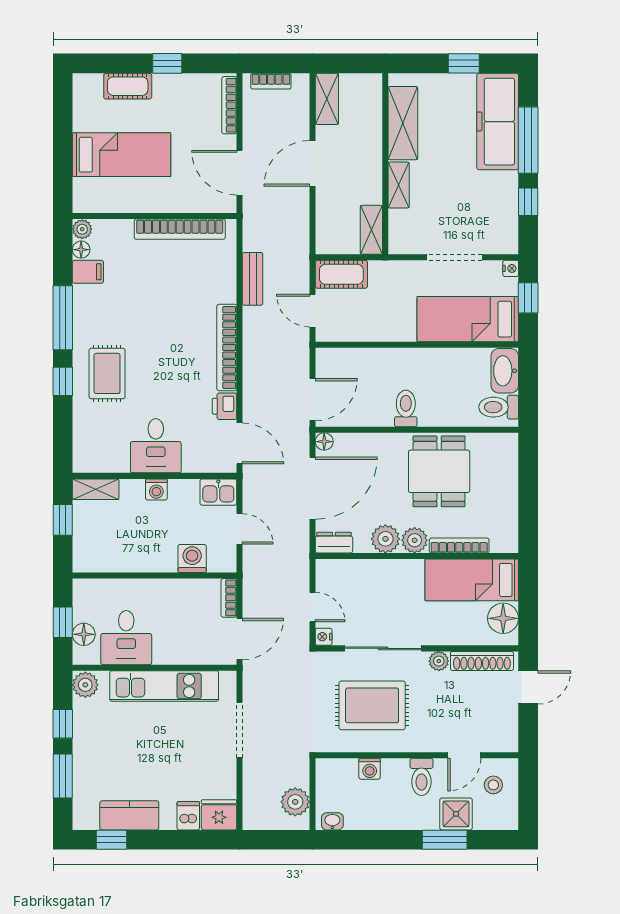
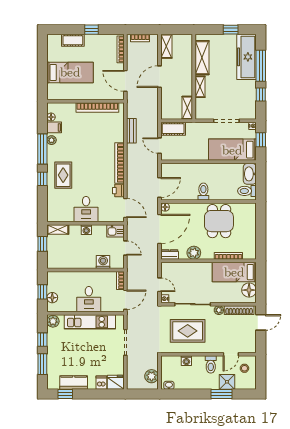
plant: (82, 229) -> (52, 140), moved
plant: (415, 540) -> (208, 253), removed
desk: (126, 638) -> (89, 299), moved

